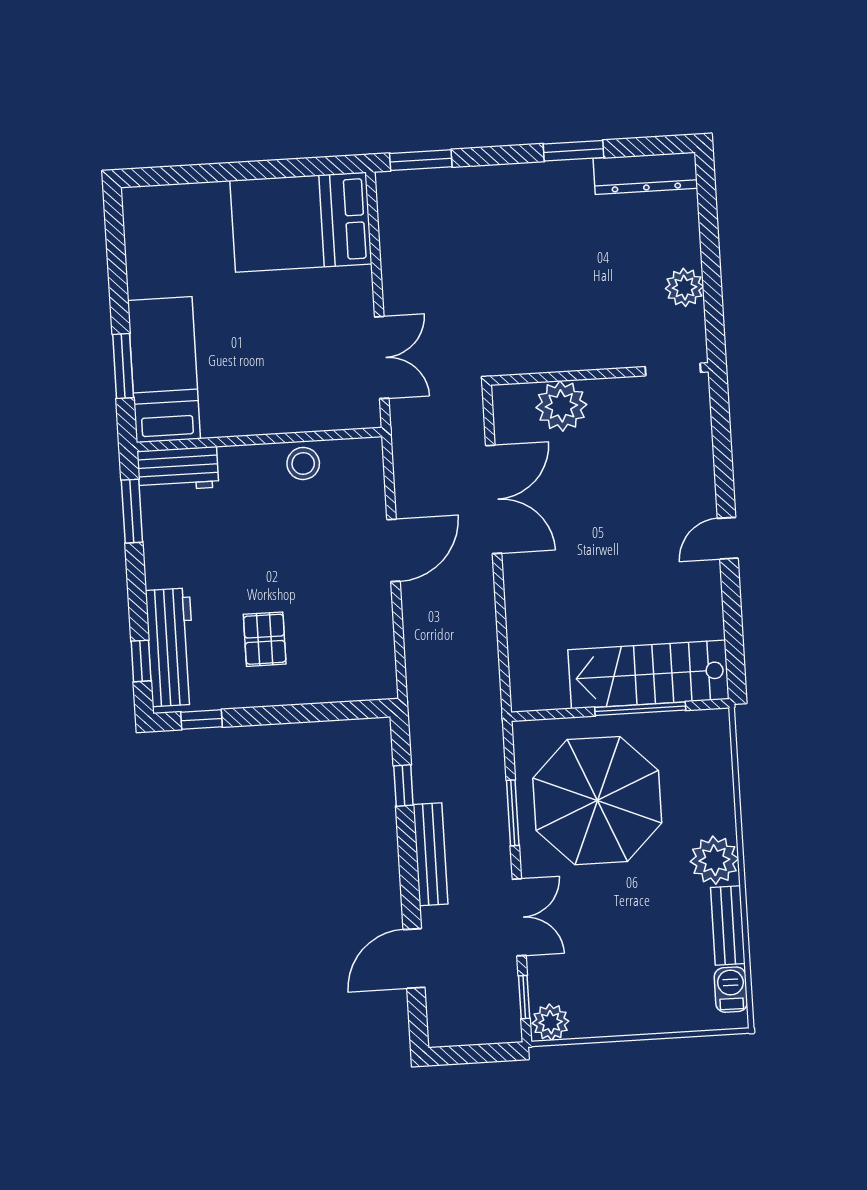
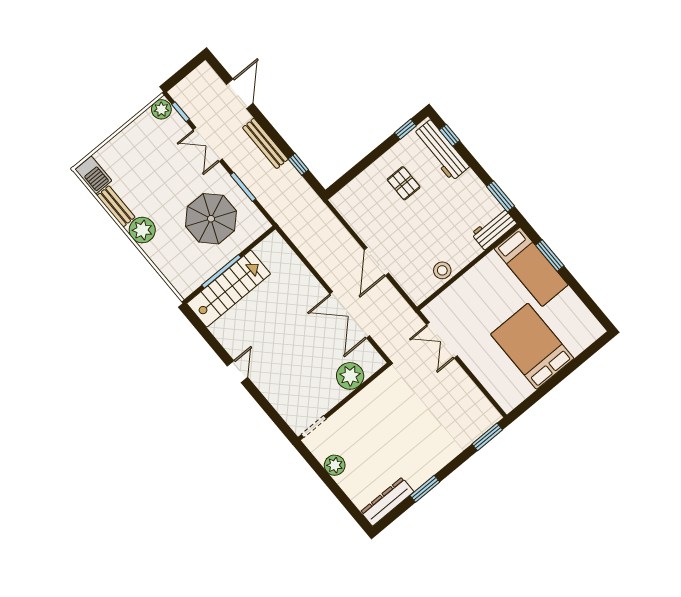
bed: (301, 222) -> (532, 346), moved, turned -90
parasol: (597, 801) -> (211, 219), width x0.73, depth x0.73
barbecue: (731, 990) -> (93, 175), width x1.38, depth x1.27

